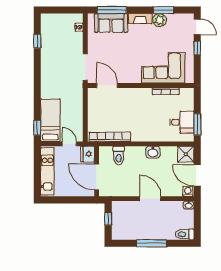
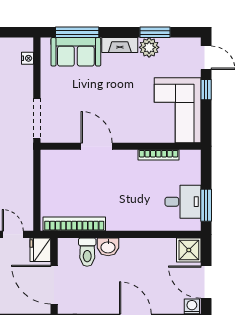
corner sofa: (163, 68) -> (178, 110), moved, turned -90
door: (107, 86) -> (97, 146), moved
washbasin: (153, 152) -> (108, 247), moved

